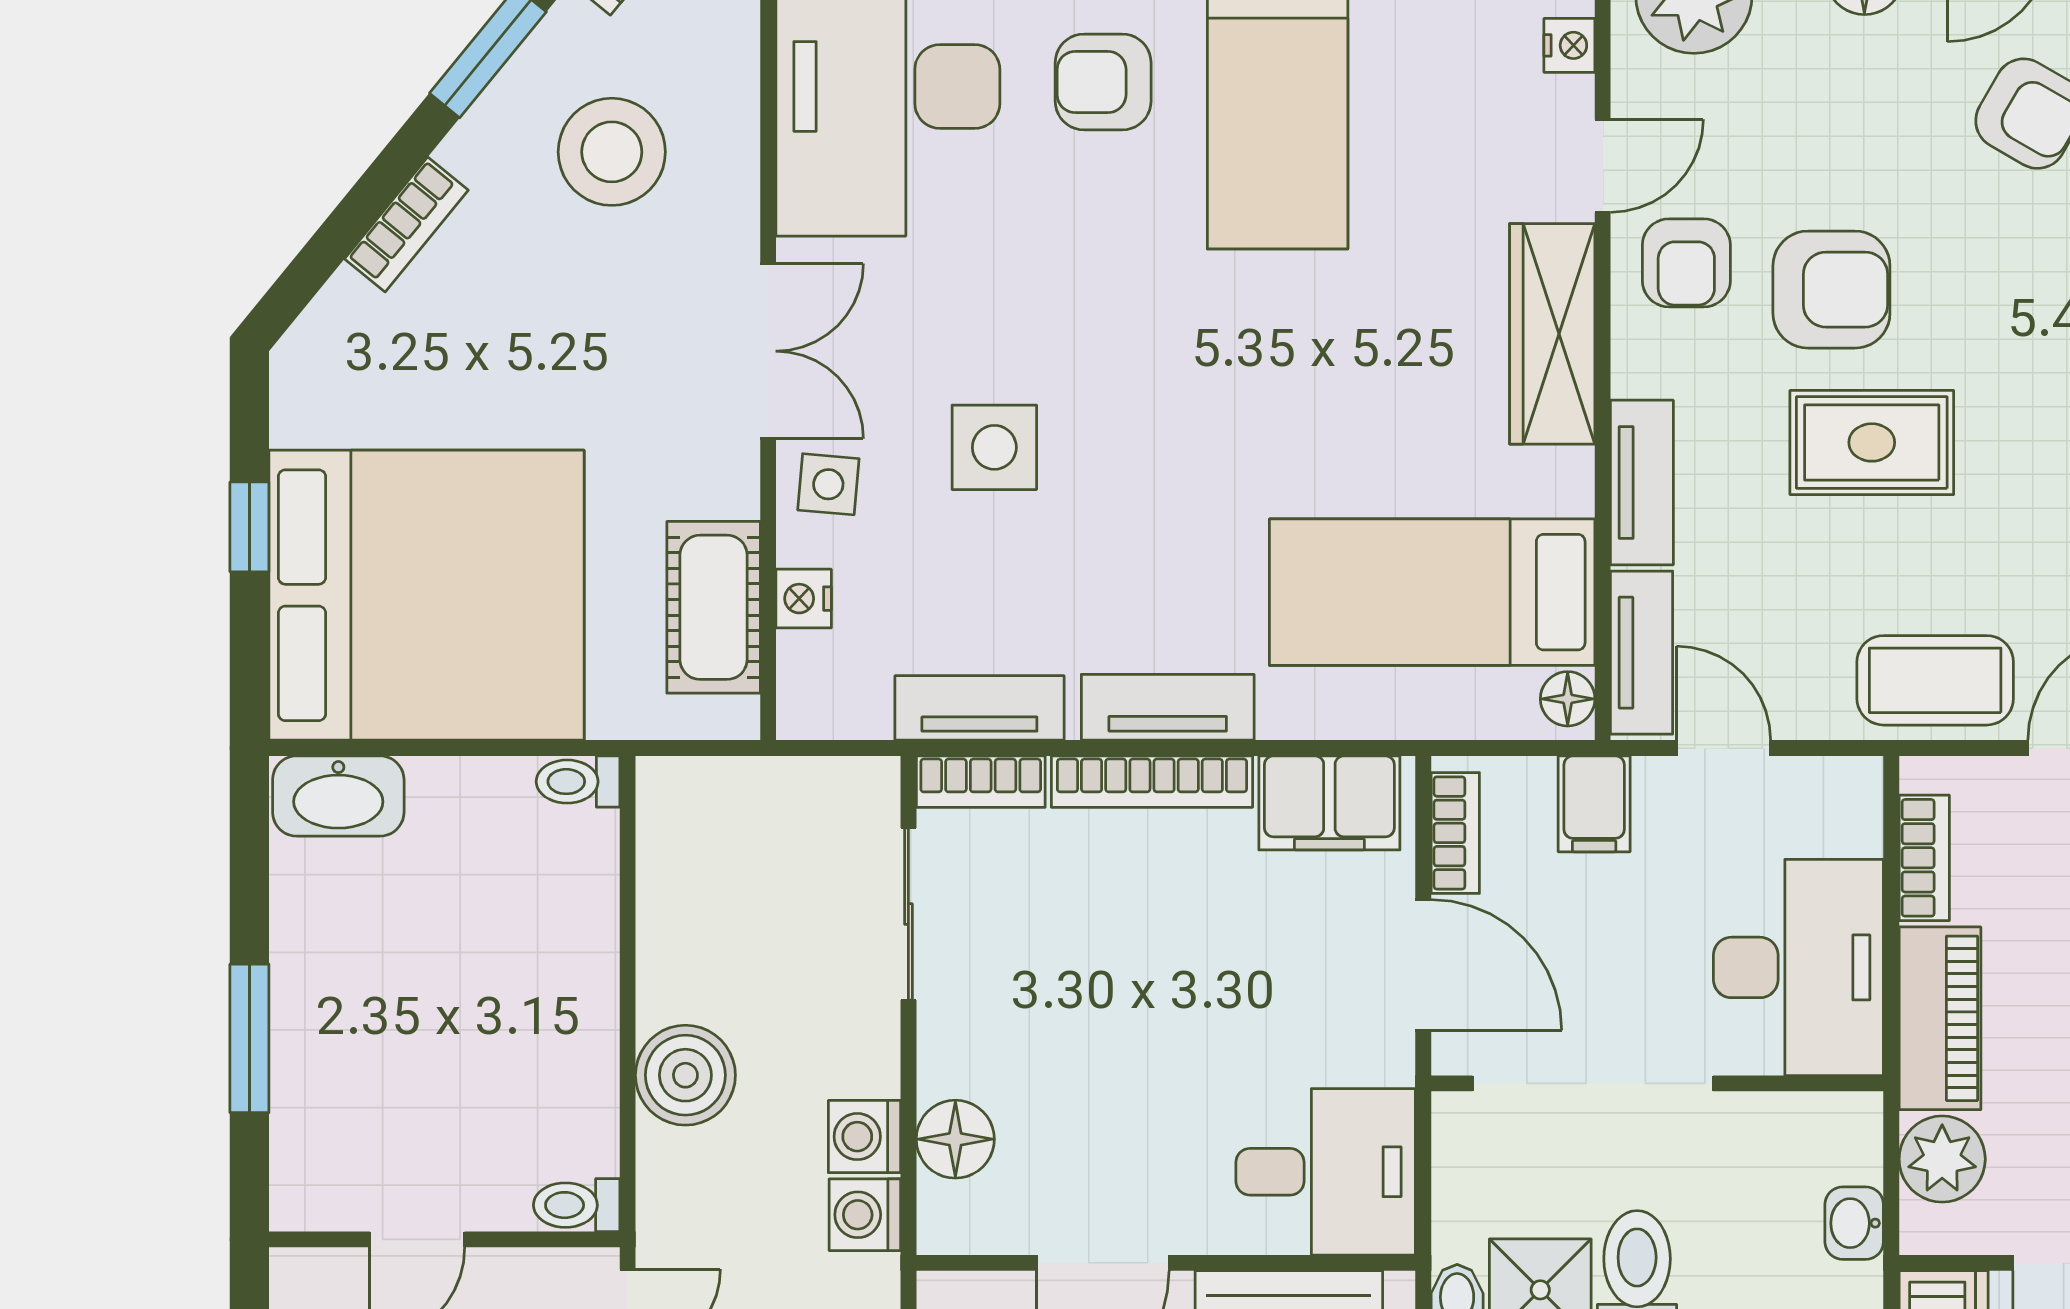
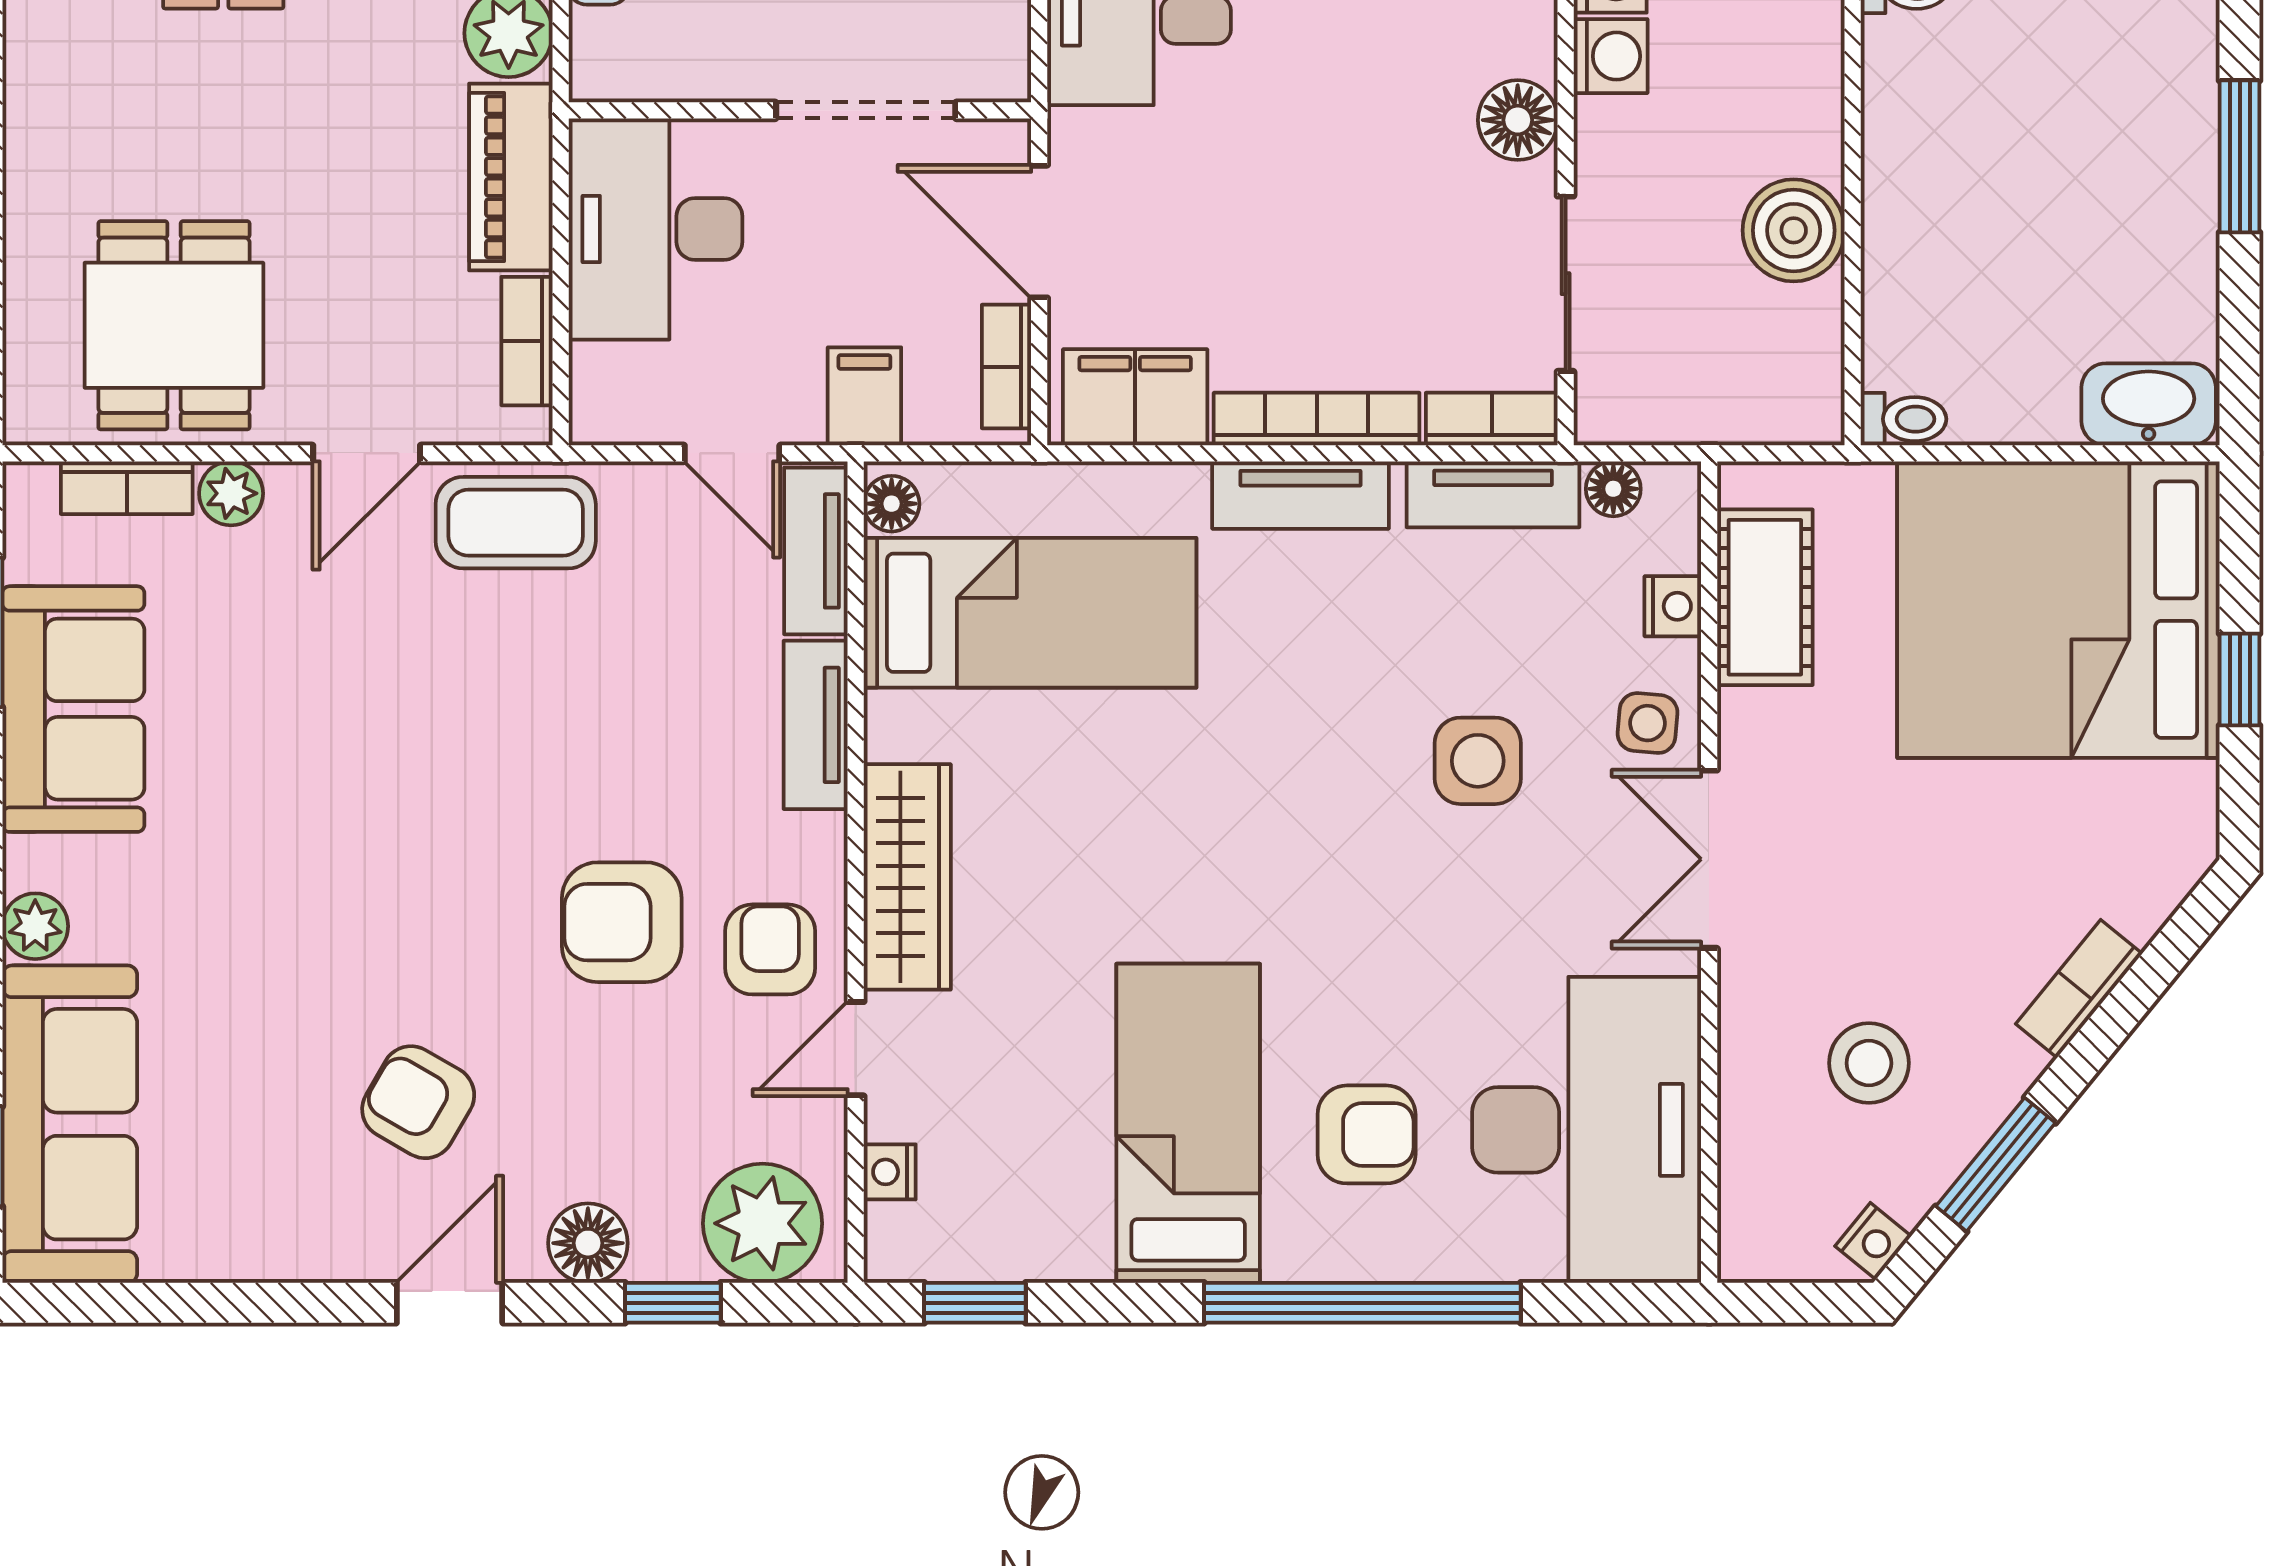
stool: (612, 152) -> (1869, 1063), width x0.73, depth x0.73
rug: (1872, 442) -> (581, 766), removed
floor lamp: (862, 713) -> (1613, 489), added
boiler: (685, 1075) -> (1794, 230), moved
doorway: (1593, 1083) -> (866, 110), width x0.73
floor lamp: (955, 1139) -> (1518, 120), moved

